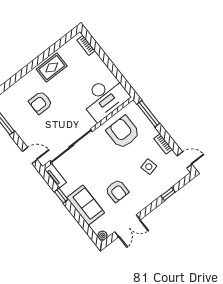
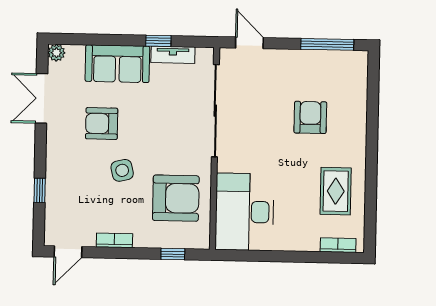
rug: (52, 68) -> (336, 191), moved
window: (148, 114) -> (173, 254), width x0.46
door: (30, 155) -> (249, 43), swing flipped
side table: (149, 167) -> (122, 170), moved
tv unit: (55, 176) -> (173, 55), moved

